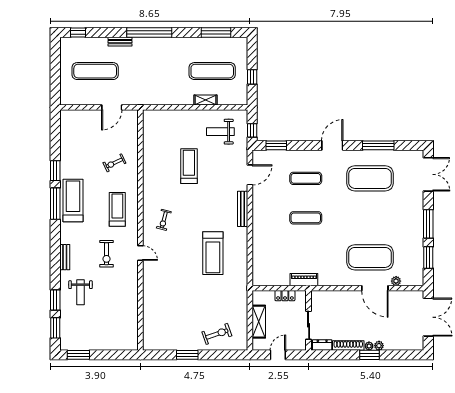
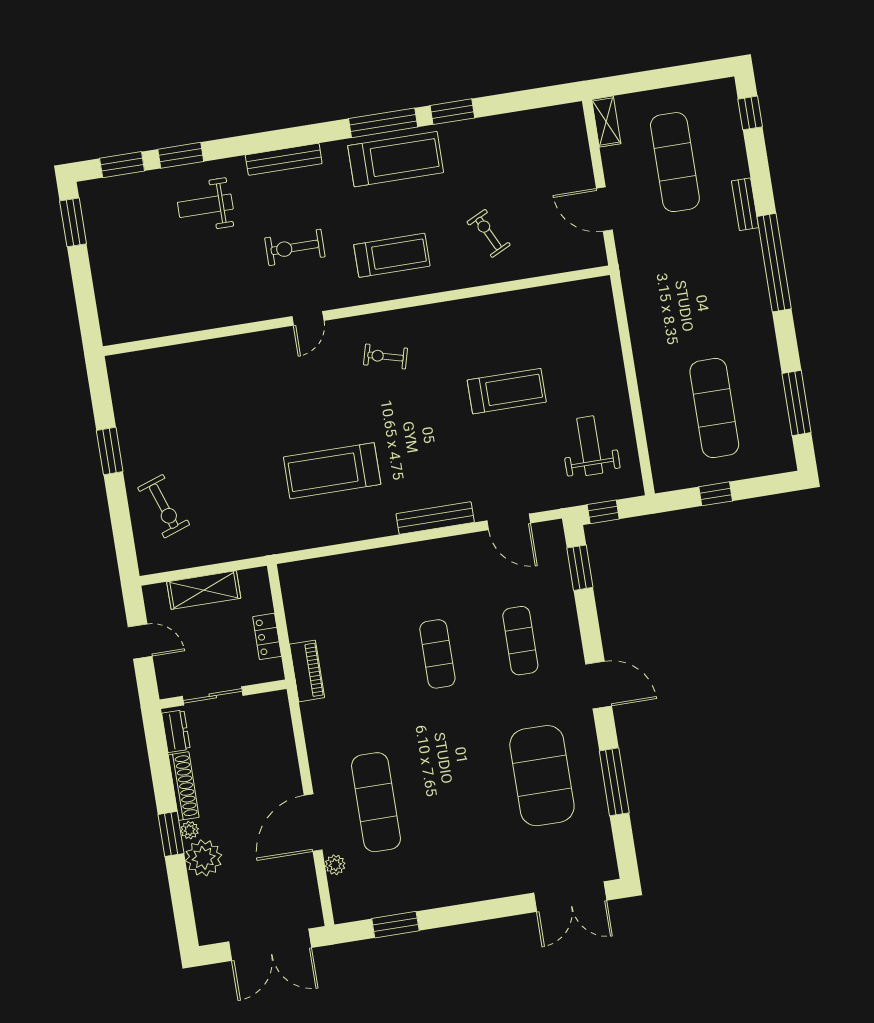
shelving: (206, 100) -> (606, 122), moved
window: (428, 224) -> (466, 913), removed
bench: (65, 257) -> (284, 159), width x1.36
exercise mat: (370, 257) -> (376, 802), width x0.68
plant: (379, 346) -> (204, 858), width x1.87, depth x1.87

